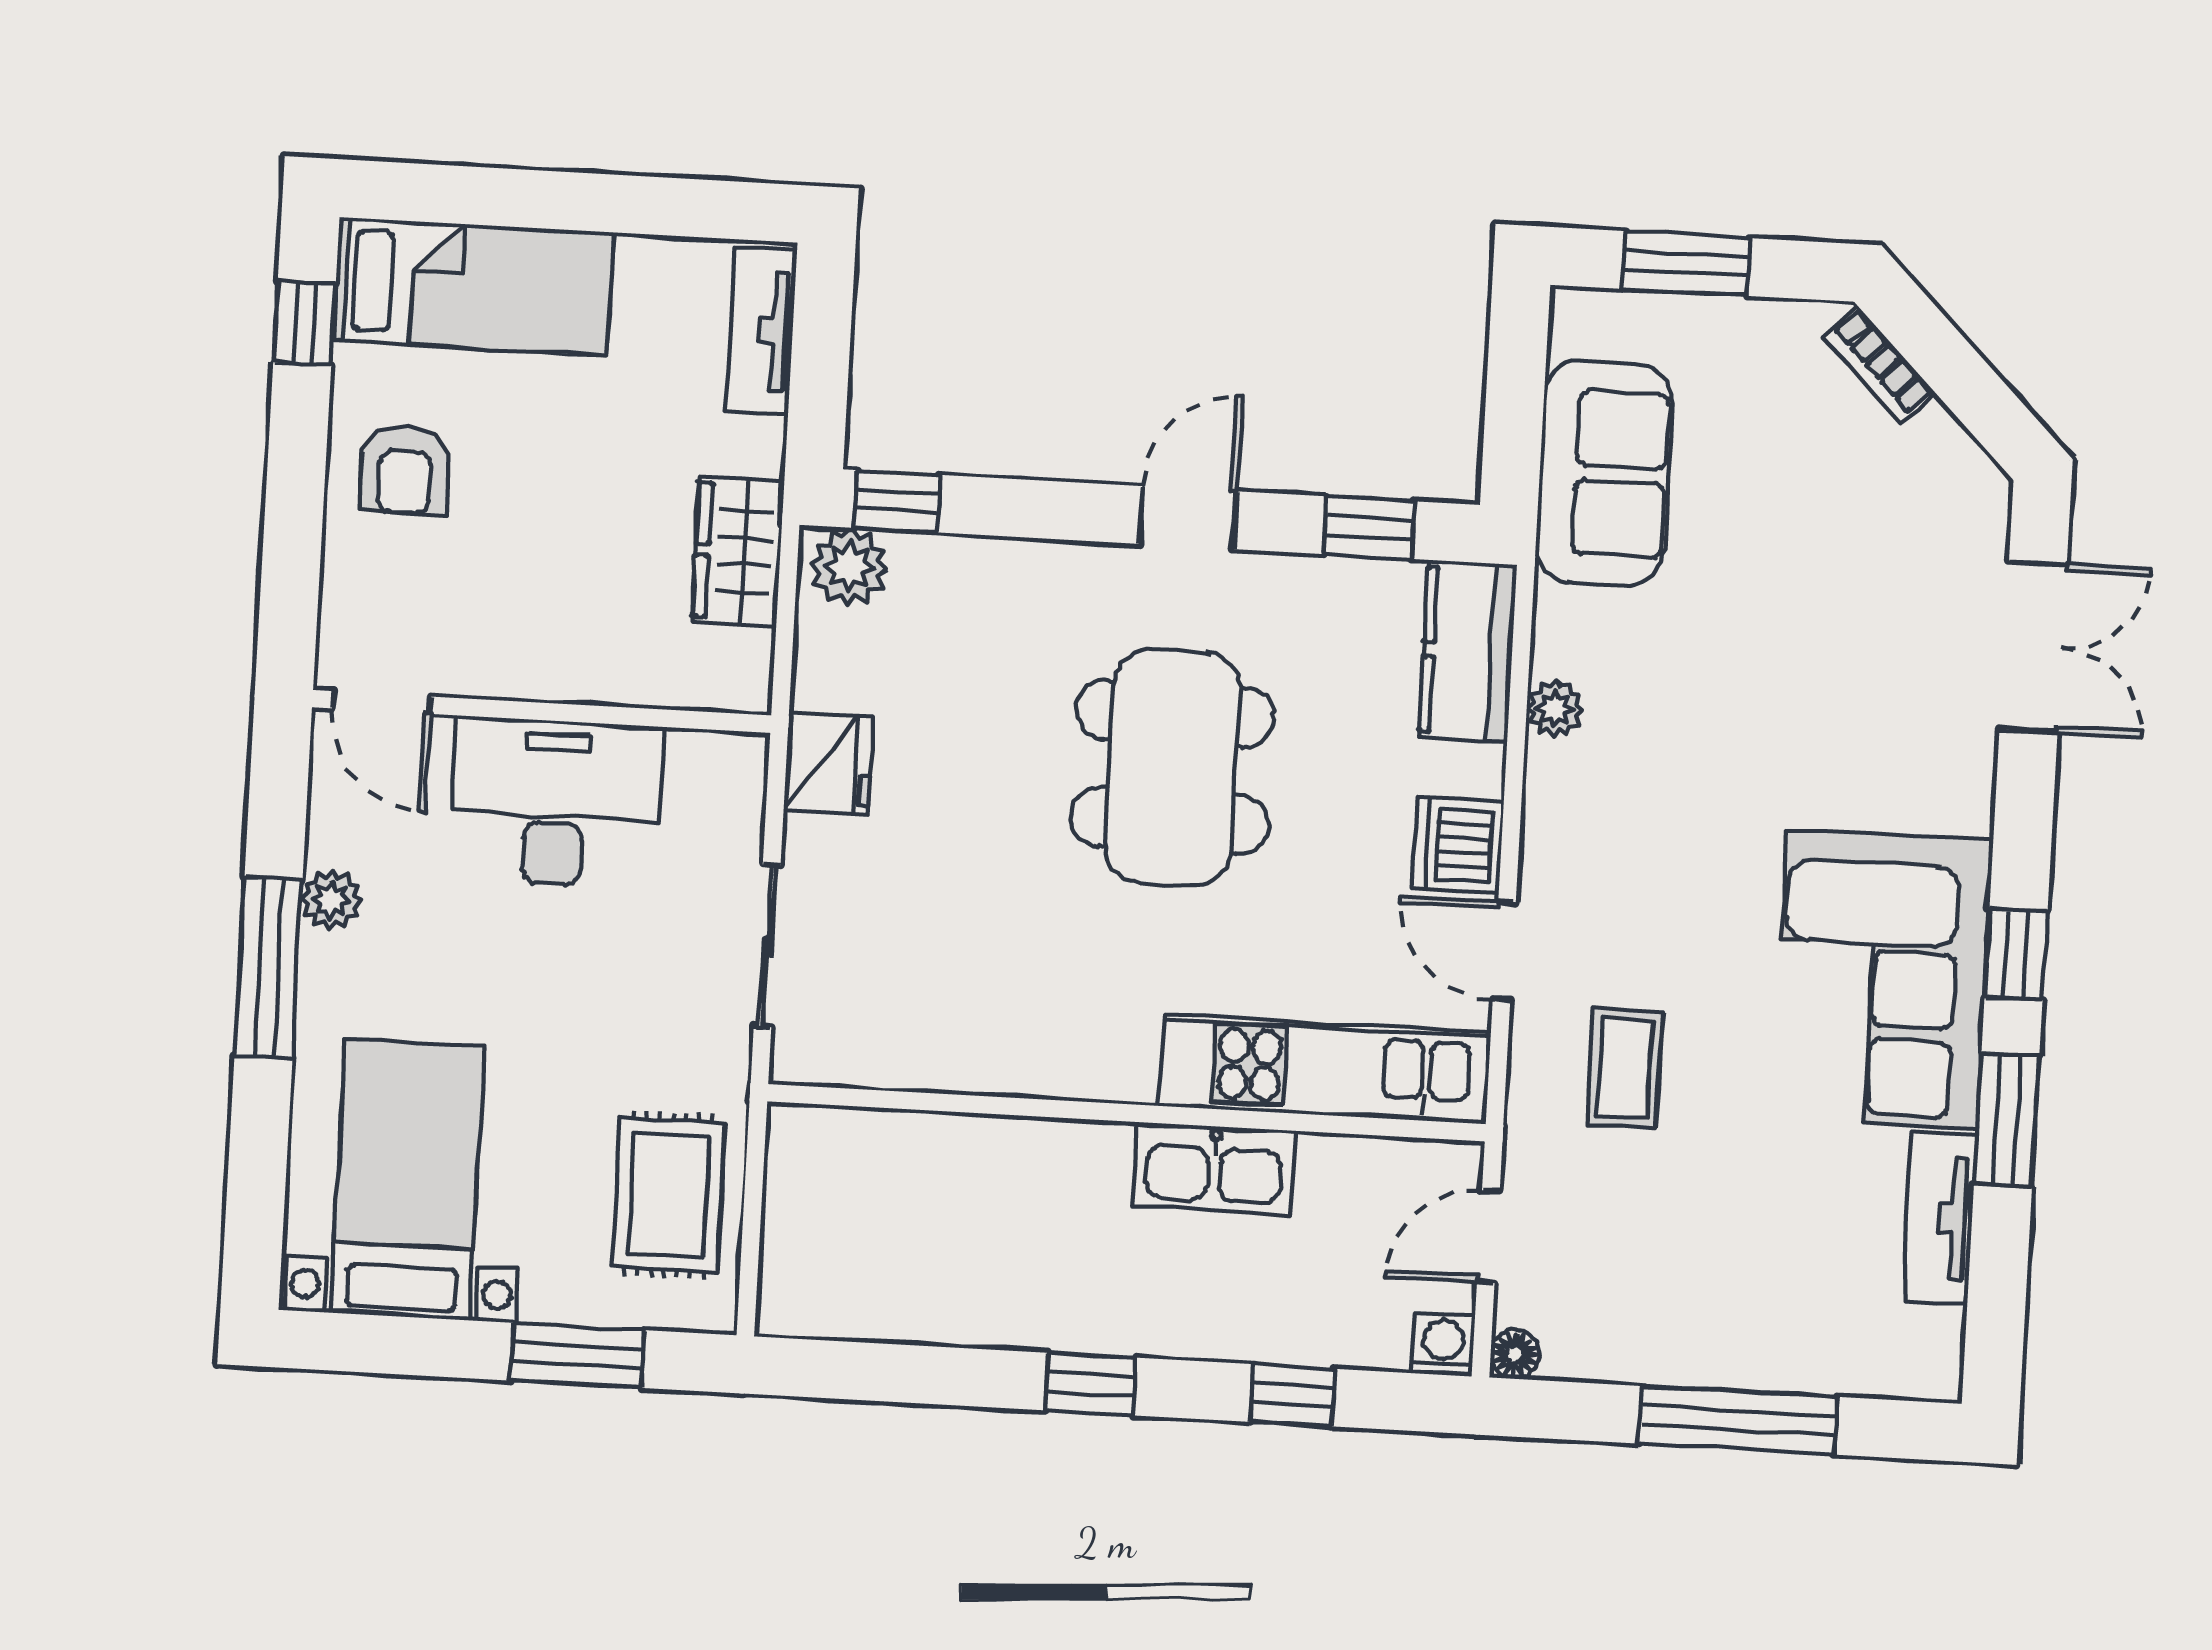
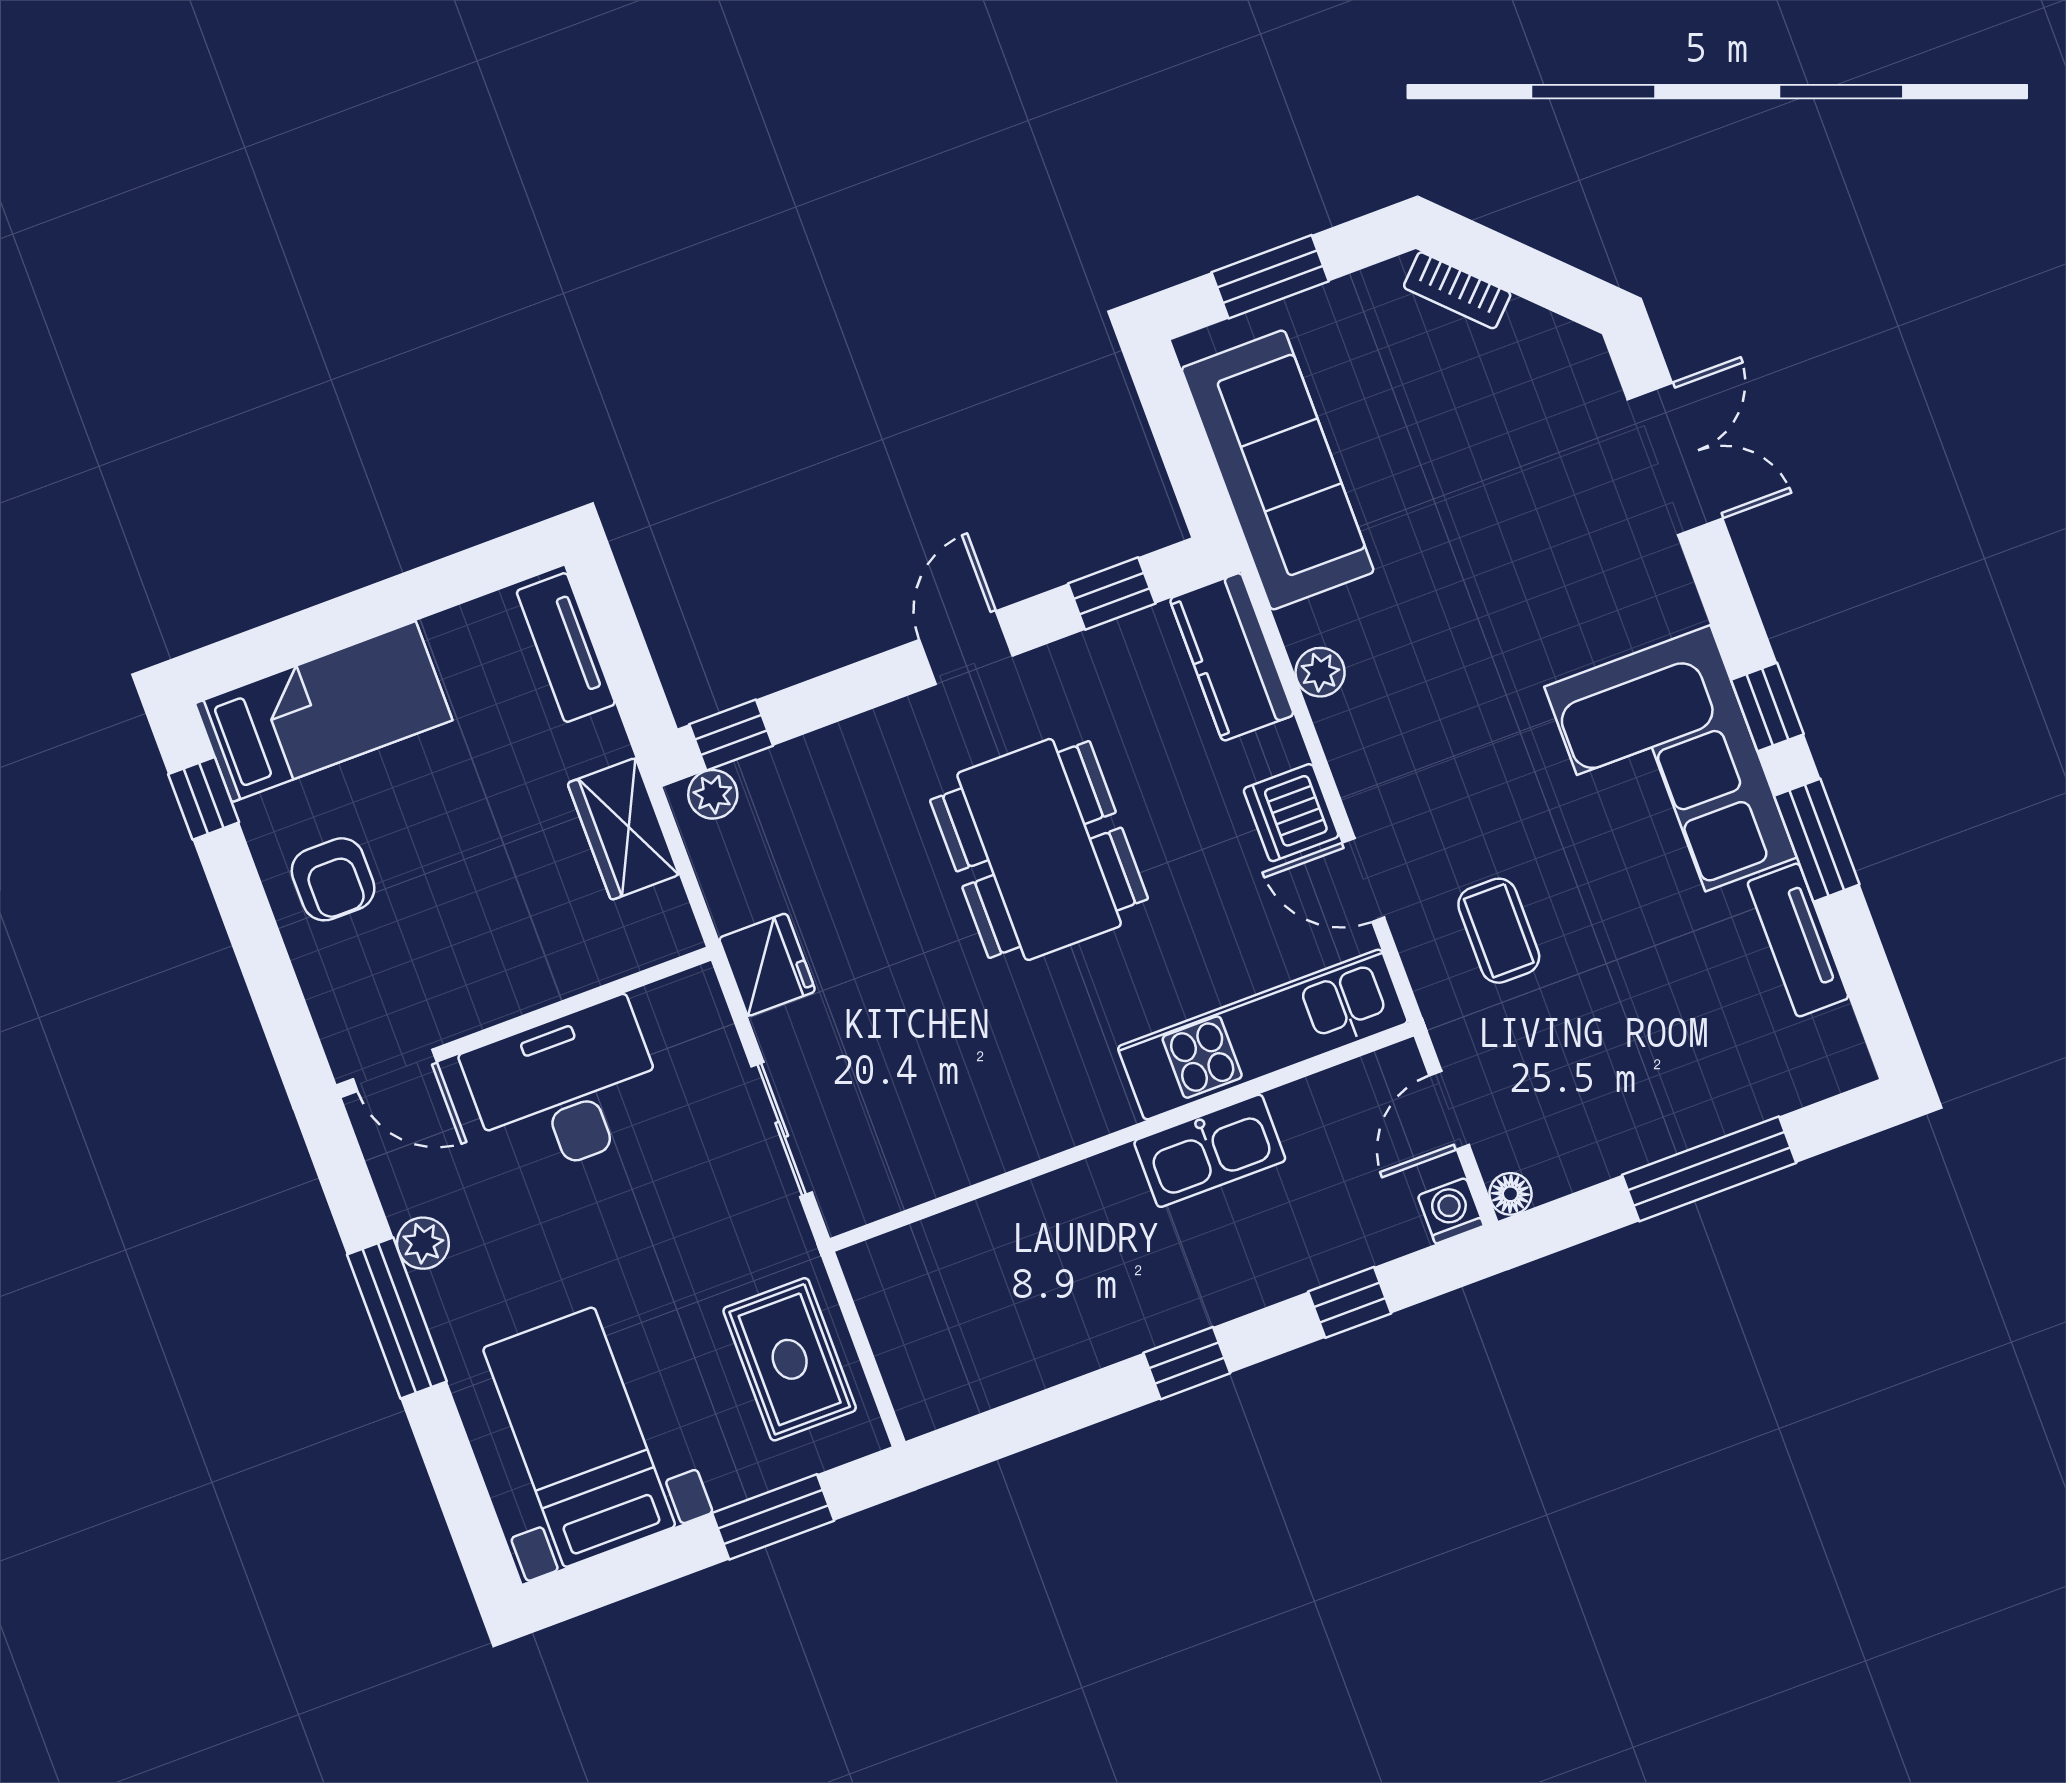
sofa: (1604, 473) -> (1278, 470), width x1.36
plant: (849, 567) -> (713, 794), width x0.73, depth x0.73

